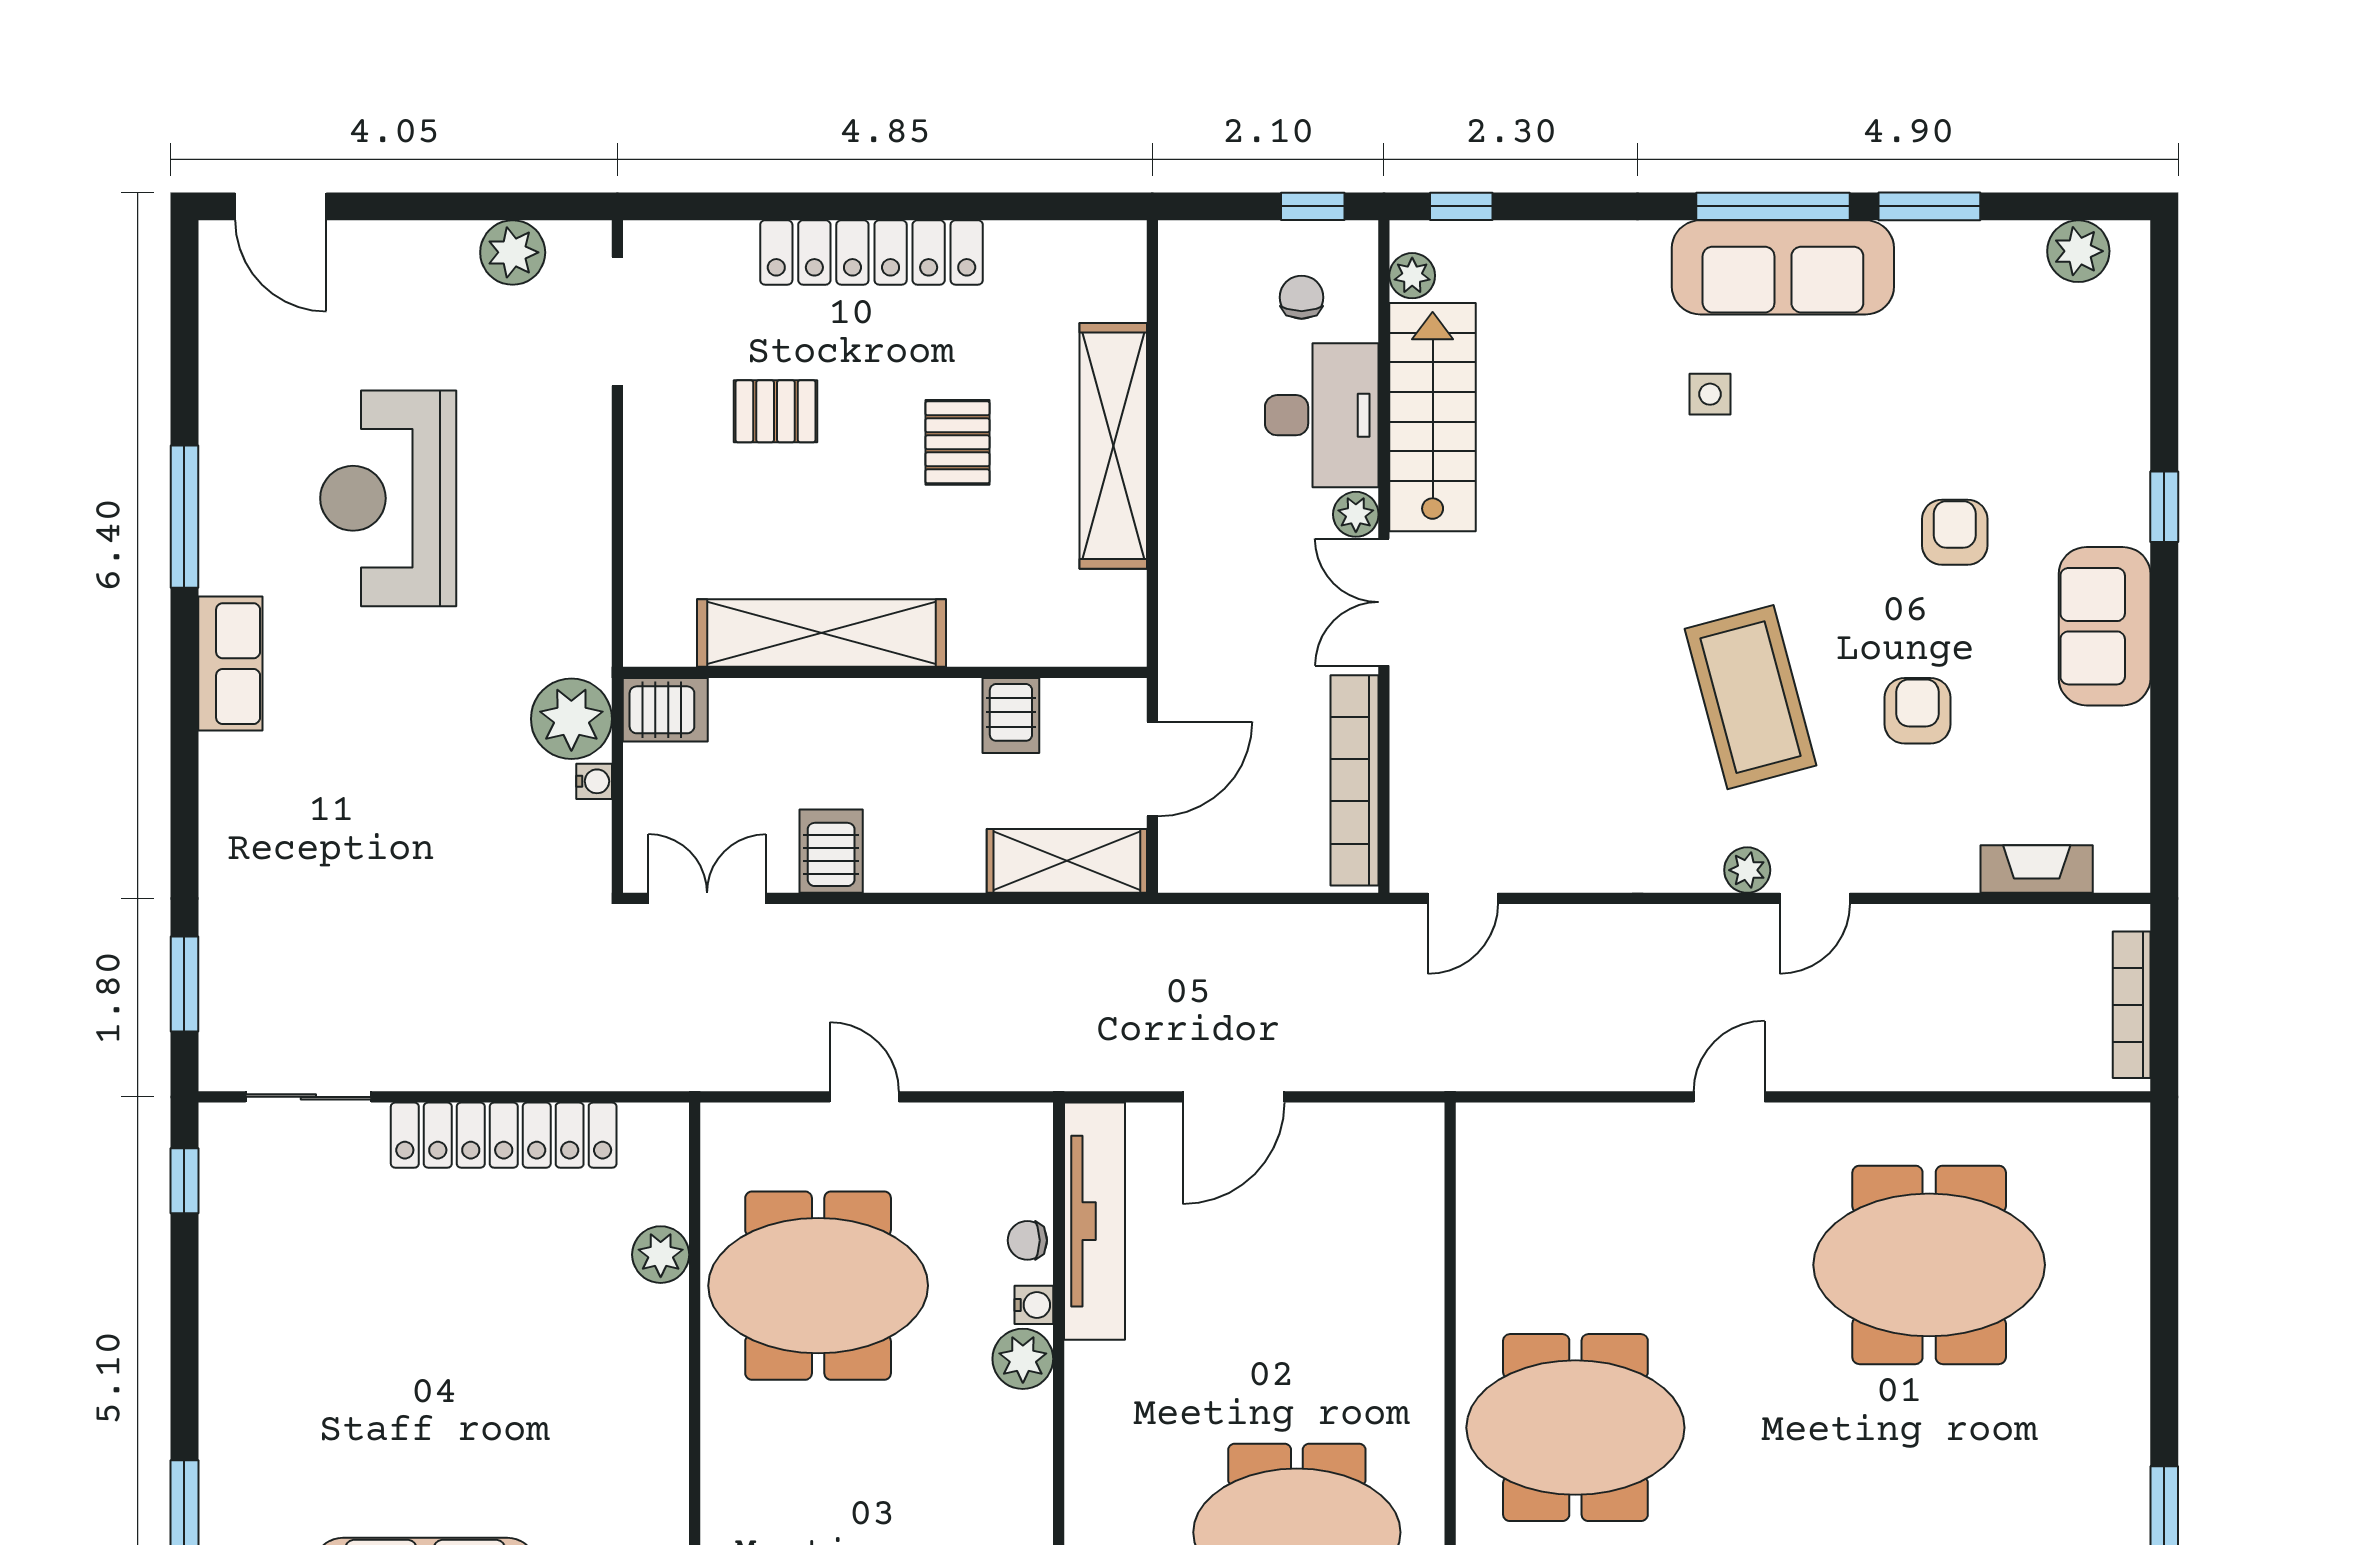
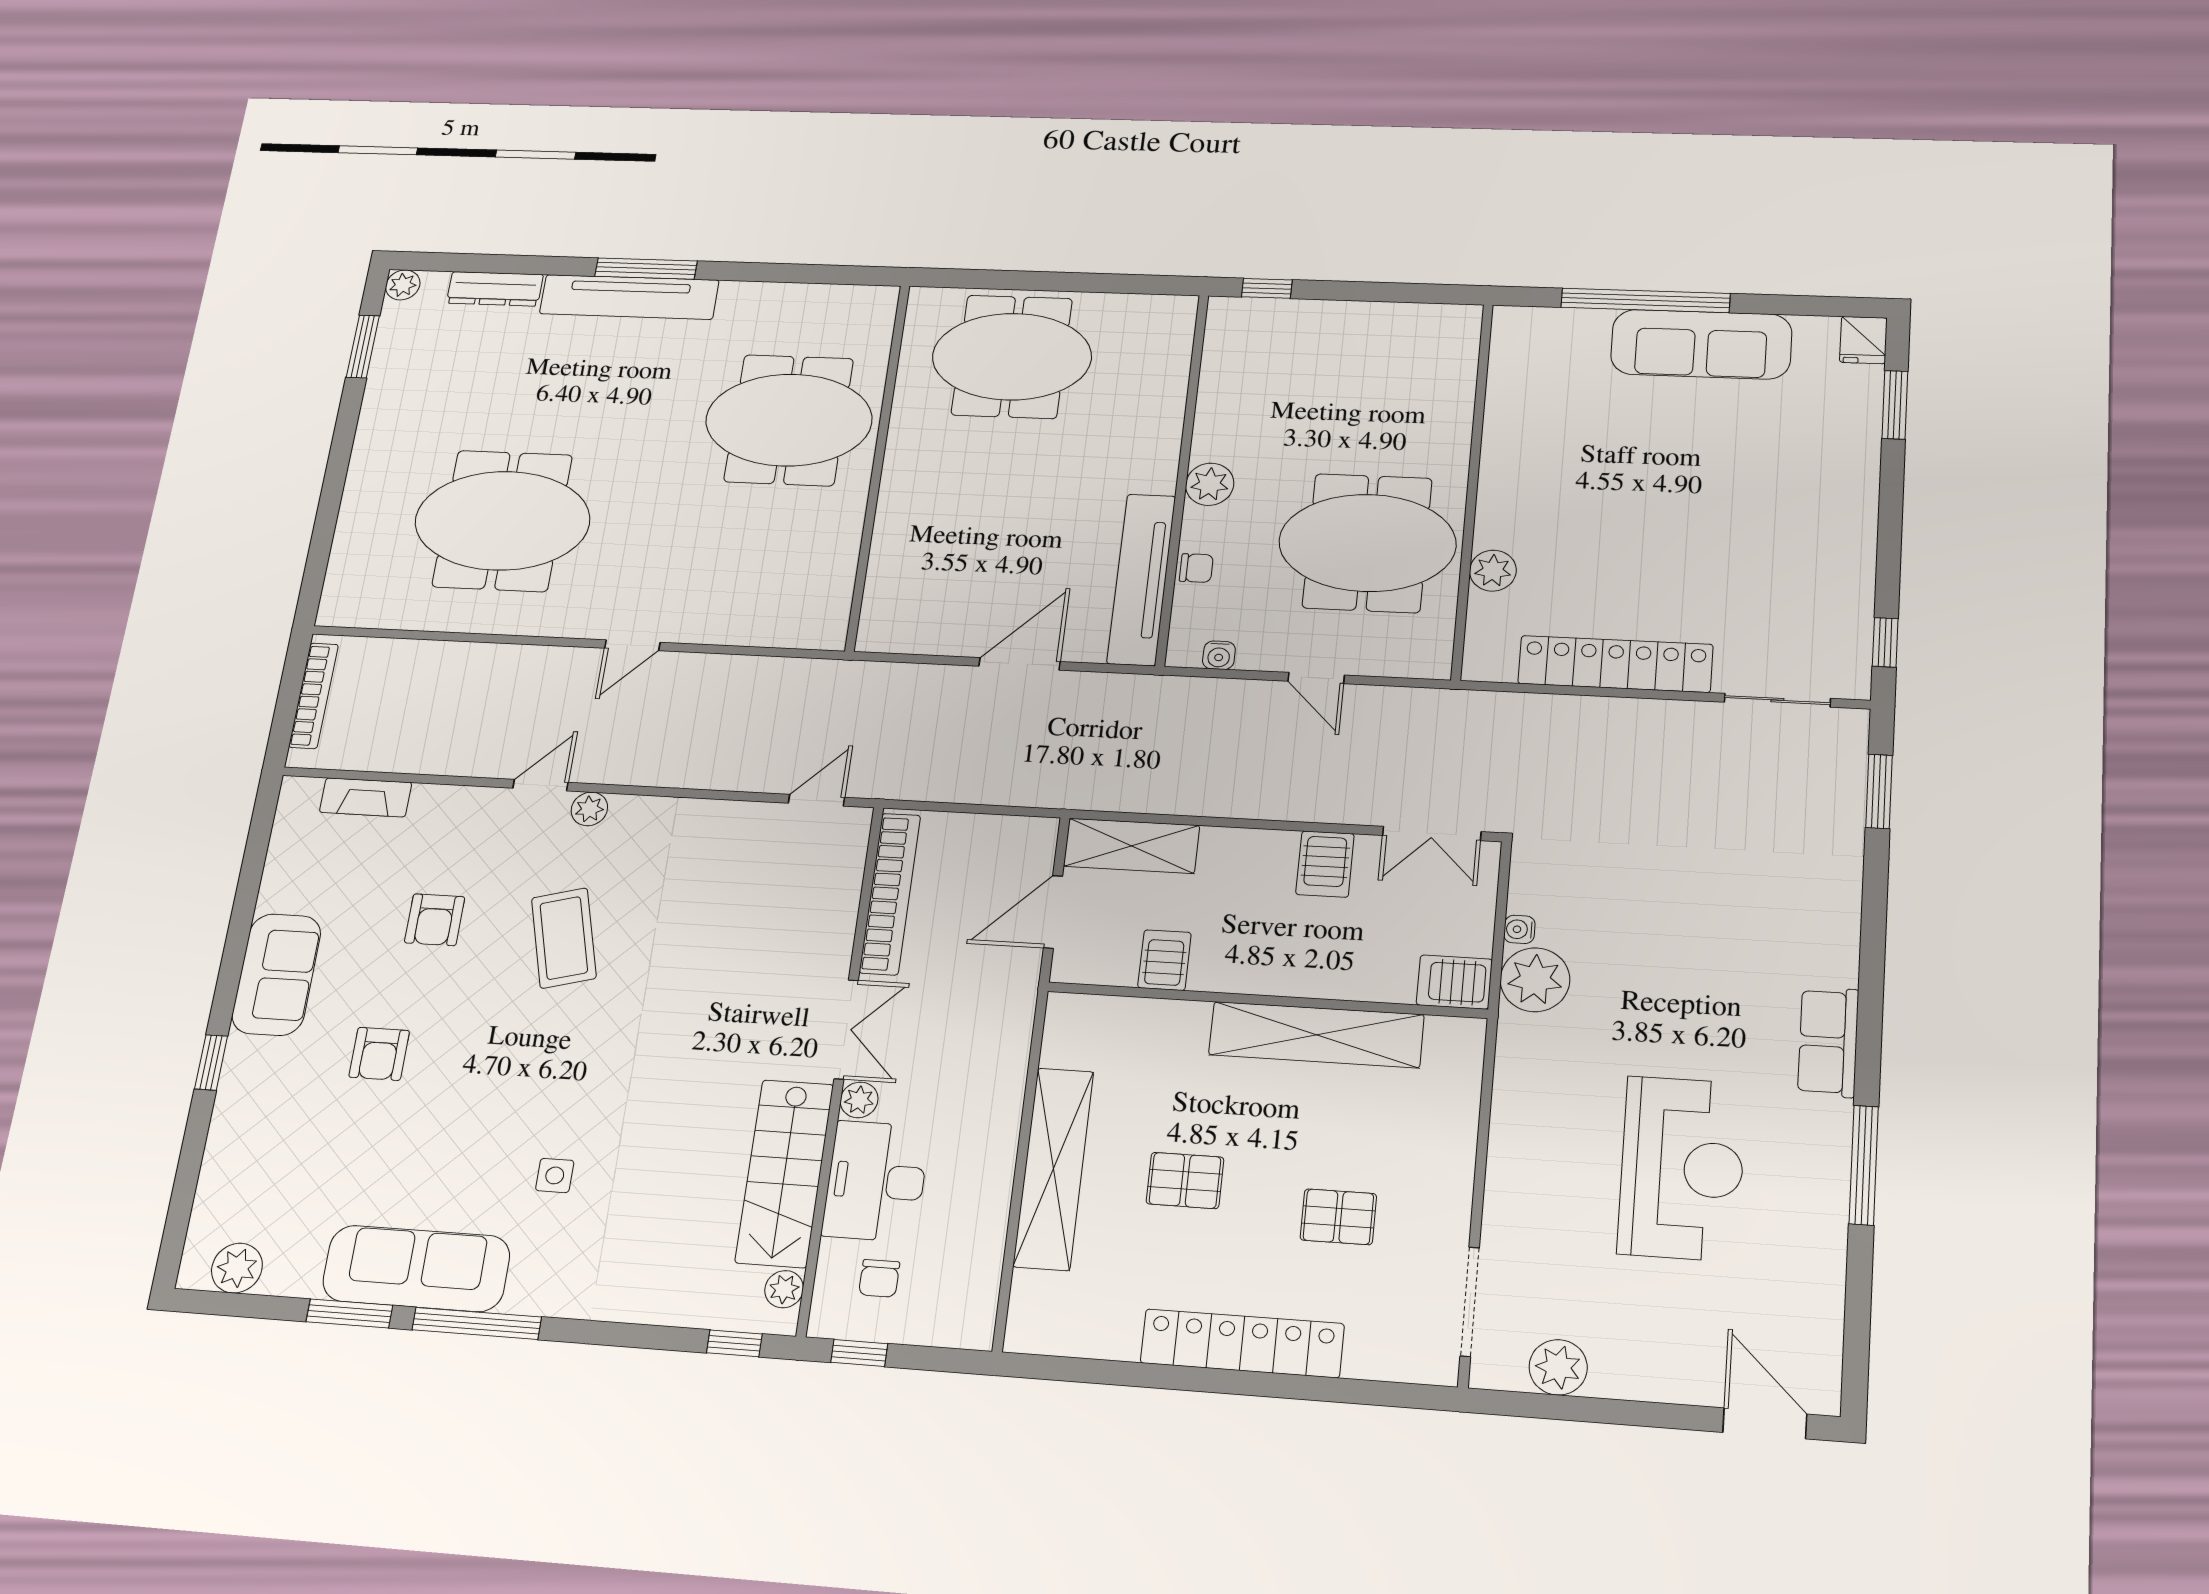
sofa: (1783, 267) -> (416, 1268), moved
pallet: (957, 442) -> (1185, 1180), turned 90
coffee table: (1750, 697) -> (564, 938), width x0.73, depth x0.76
water cooler: (1034, 1305) -> (1219, 655), moved, turned -90

